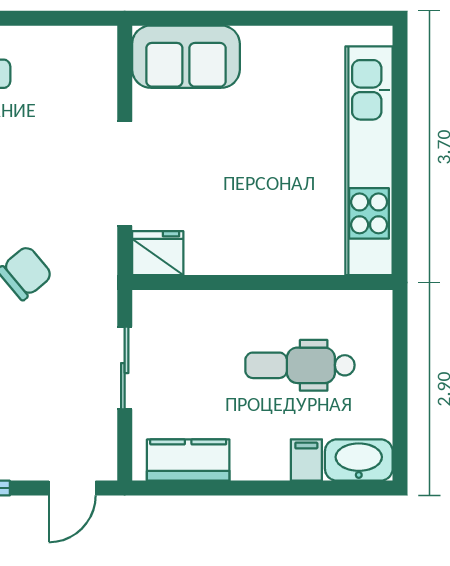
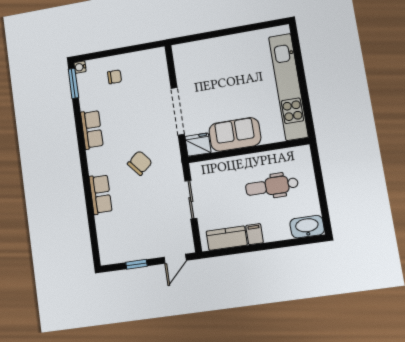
sofa: (186, 57) -> (235, 134), moved, turned 180
filing cabinet: (306, 460) -> (255, 234), moved

